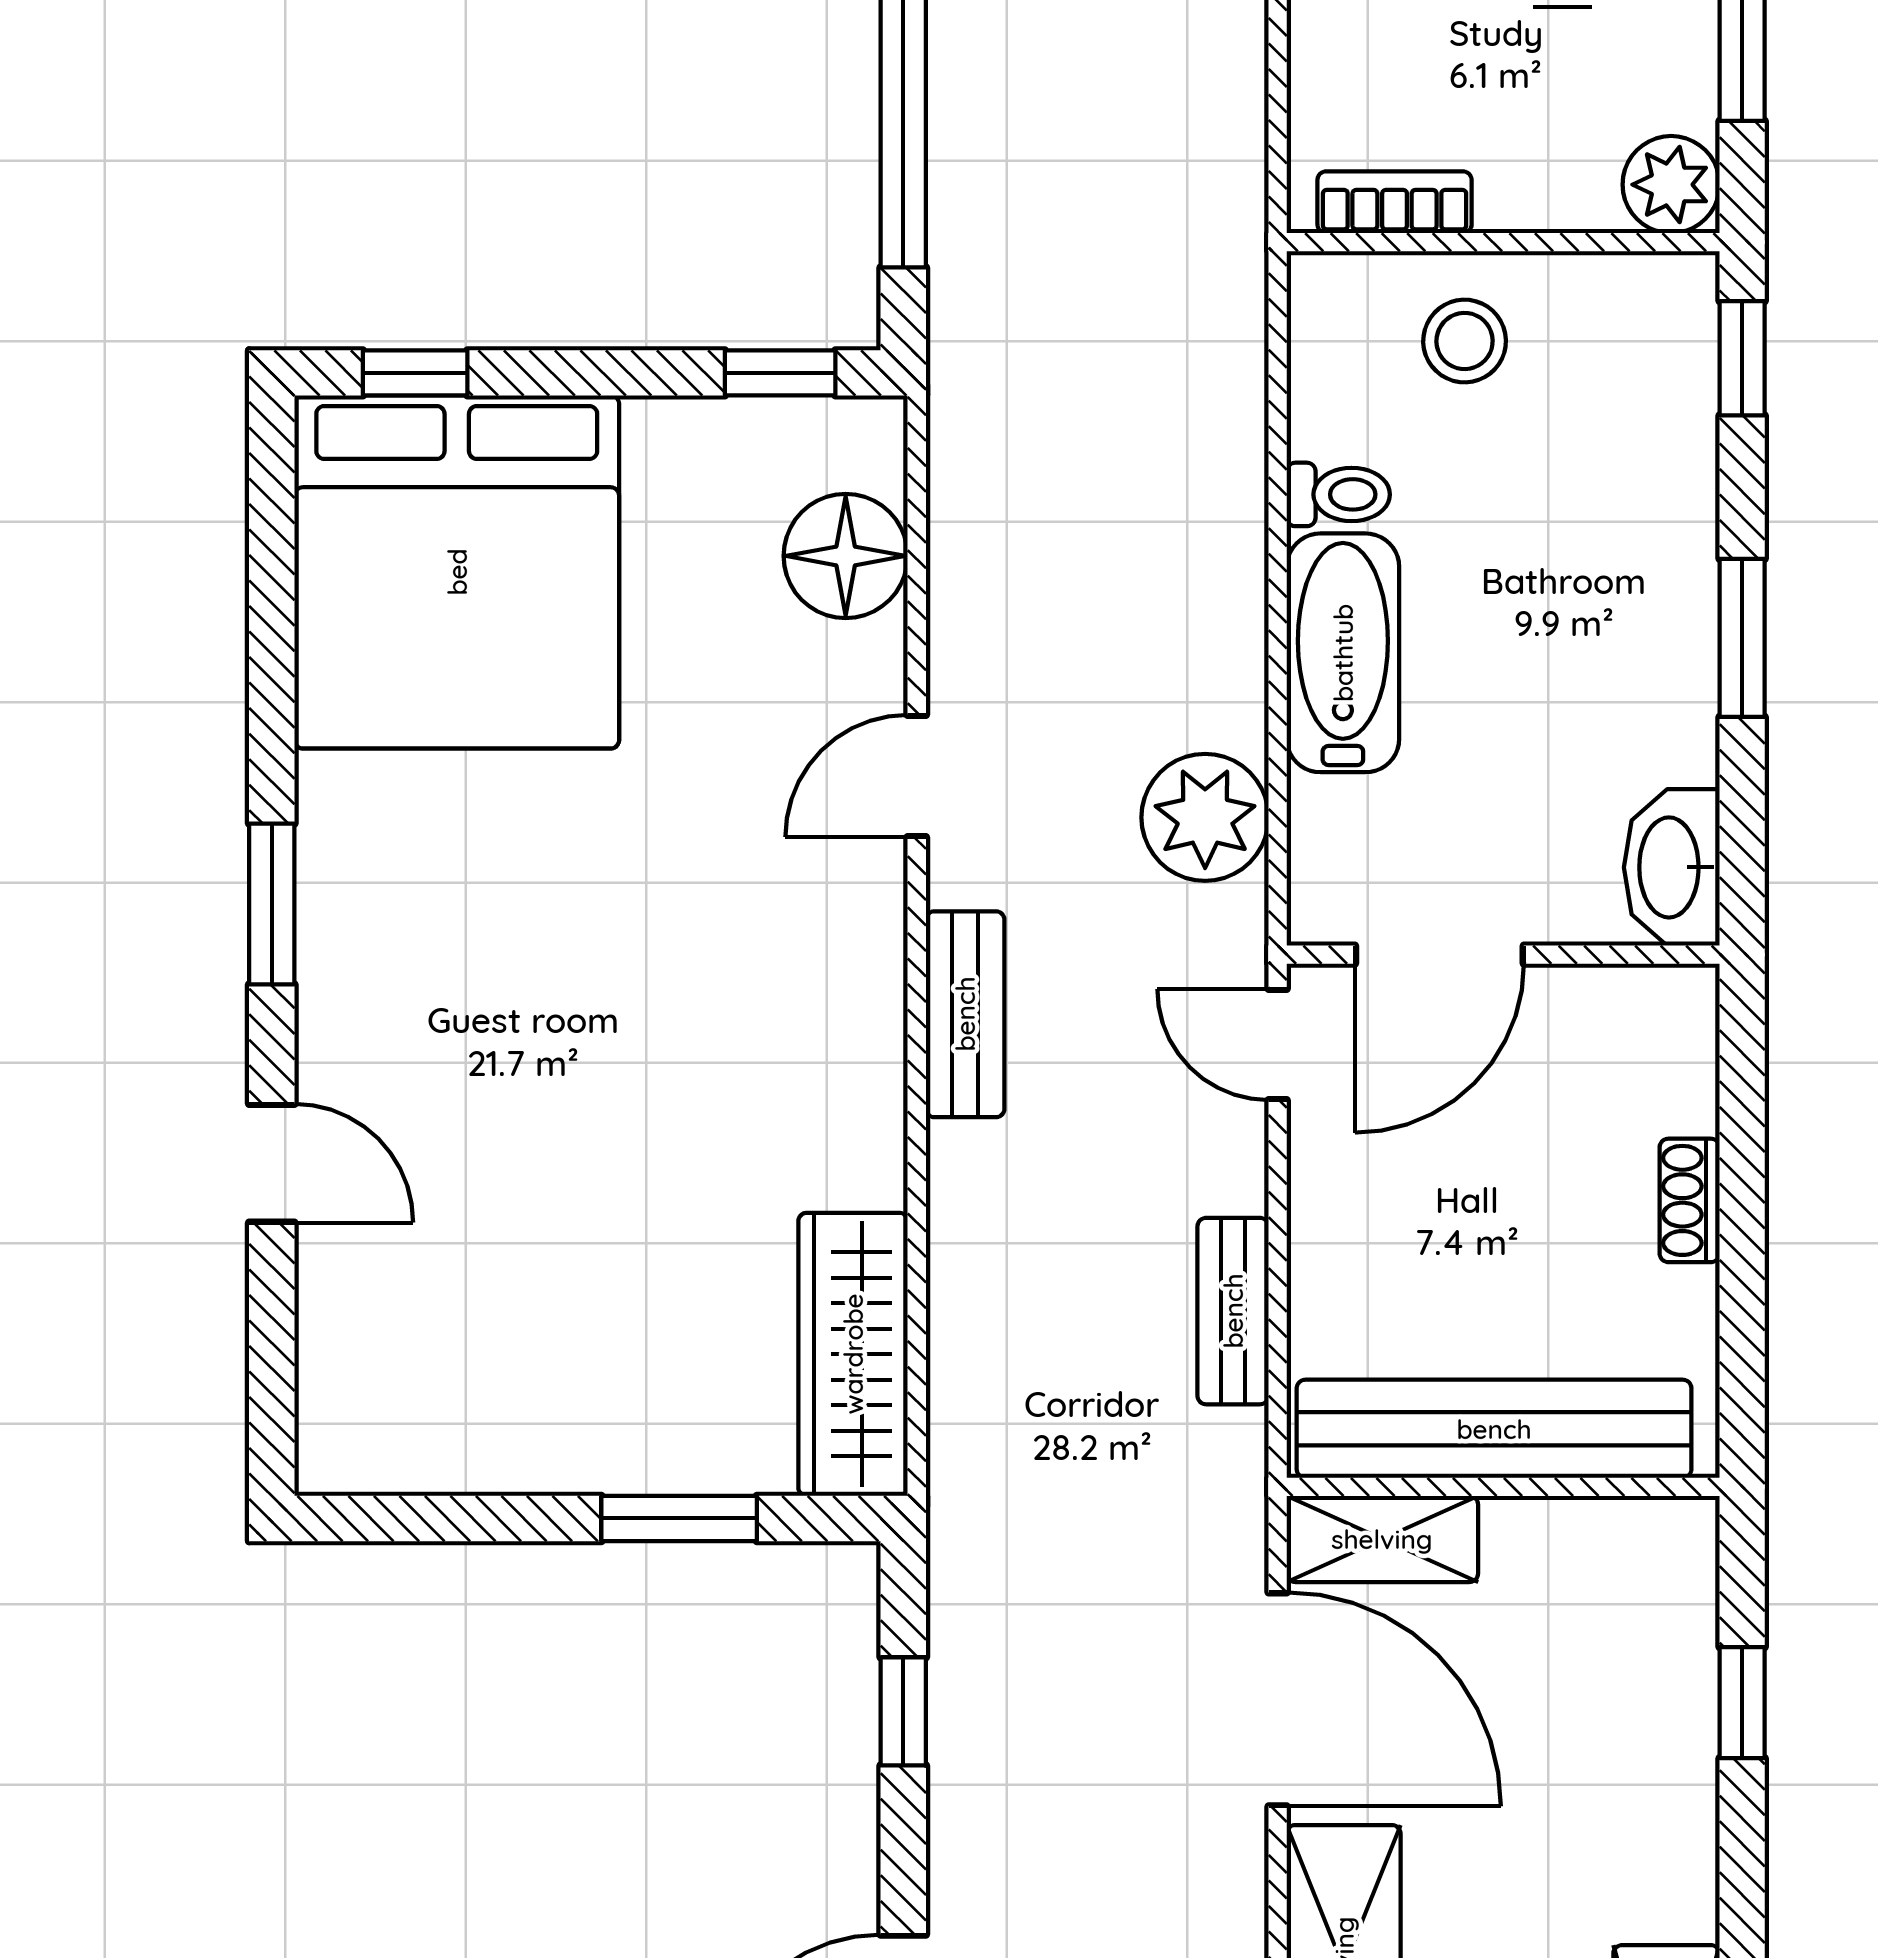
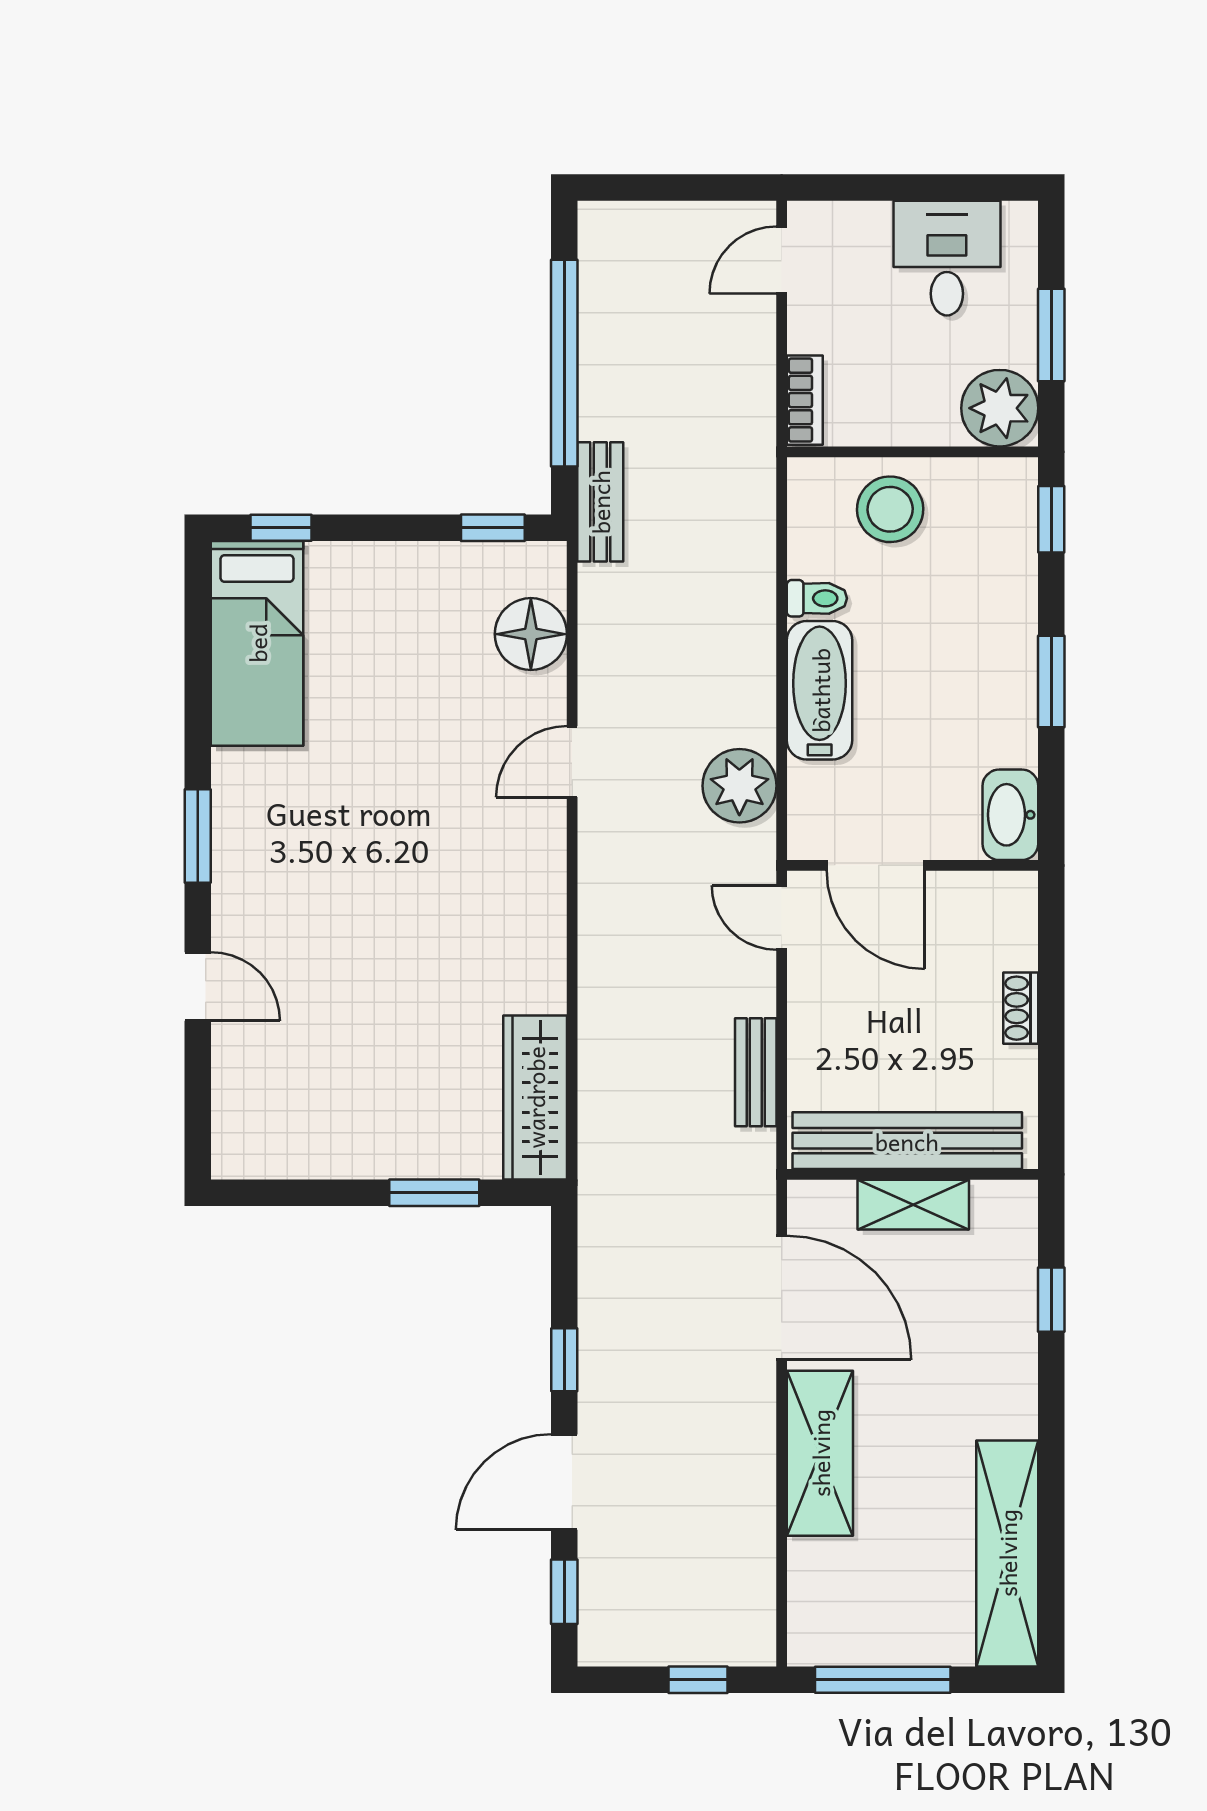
plant: (1671, 185) -> (1000, 408), width x1.36, depth x1.36
bookcase: (1395, 202) -> (805, 400), moved, turned 90
stool: (1465, 341) -> (890, 509), width x1.38, depth x1.38
bed: (457, 572) -> (257, 643), width x0.49
door: (1439, 955) -> (876, 865), hinge flipped
bench: (965, 1014) -> (600, 502), moved
shelving: (1382, 1539) -> (913, 1205), moved
window: (903, 1711) -> (564, 1360), moved

